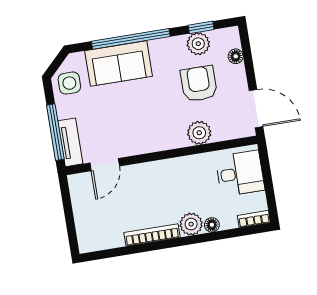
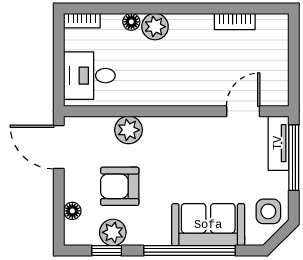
armchair: (199, 84) -> (120, 186), turned 90
bookcase: (152, 235) -> (235, 21), moved, width x0.64

